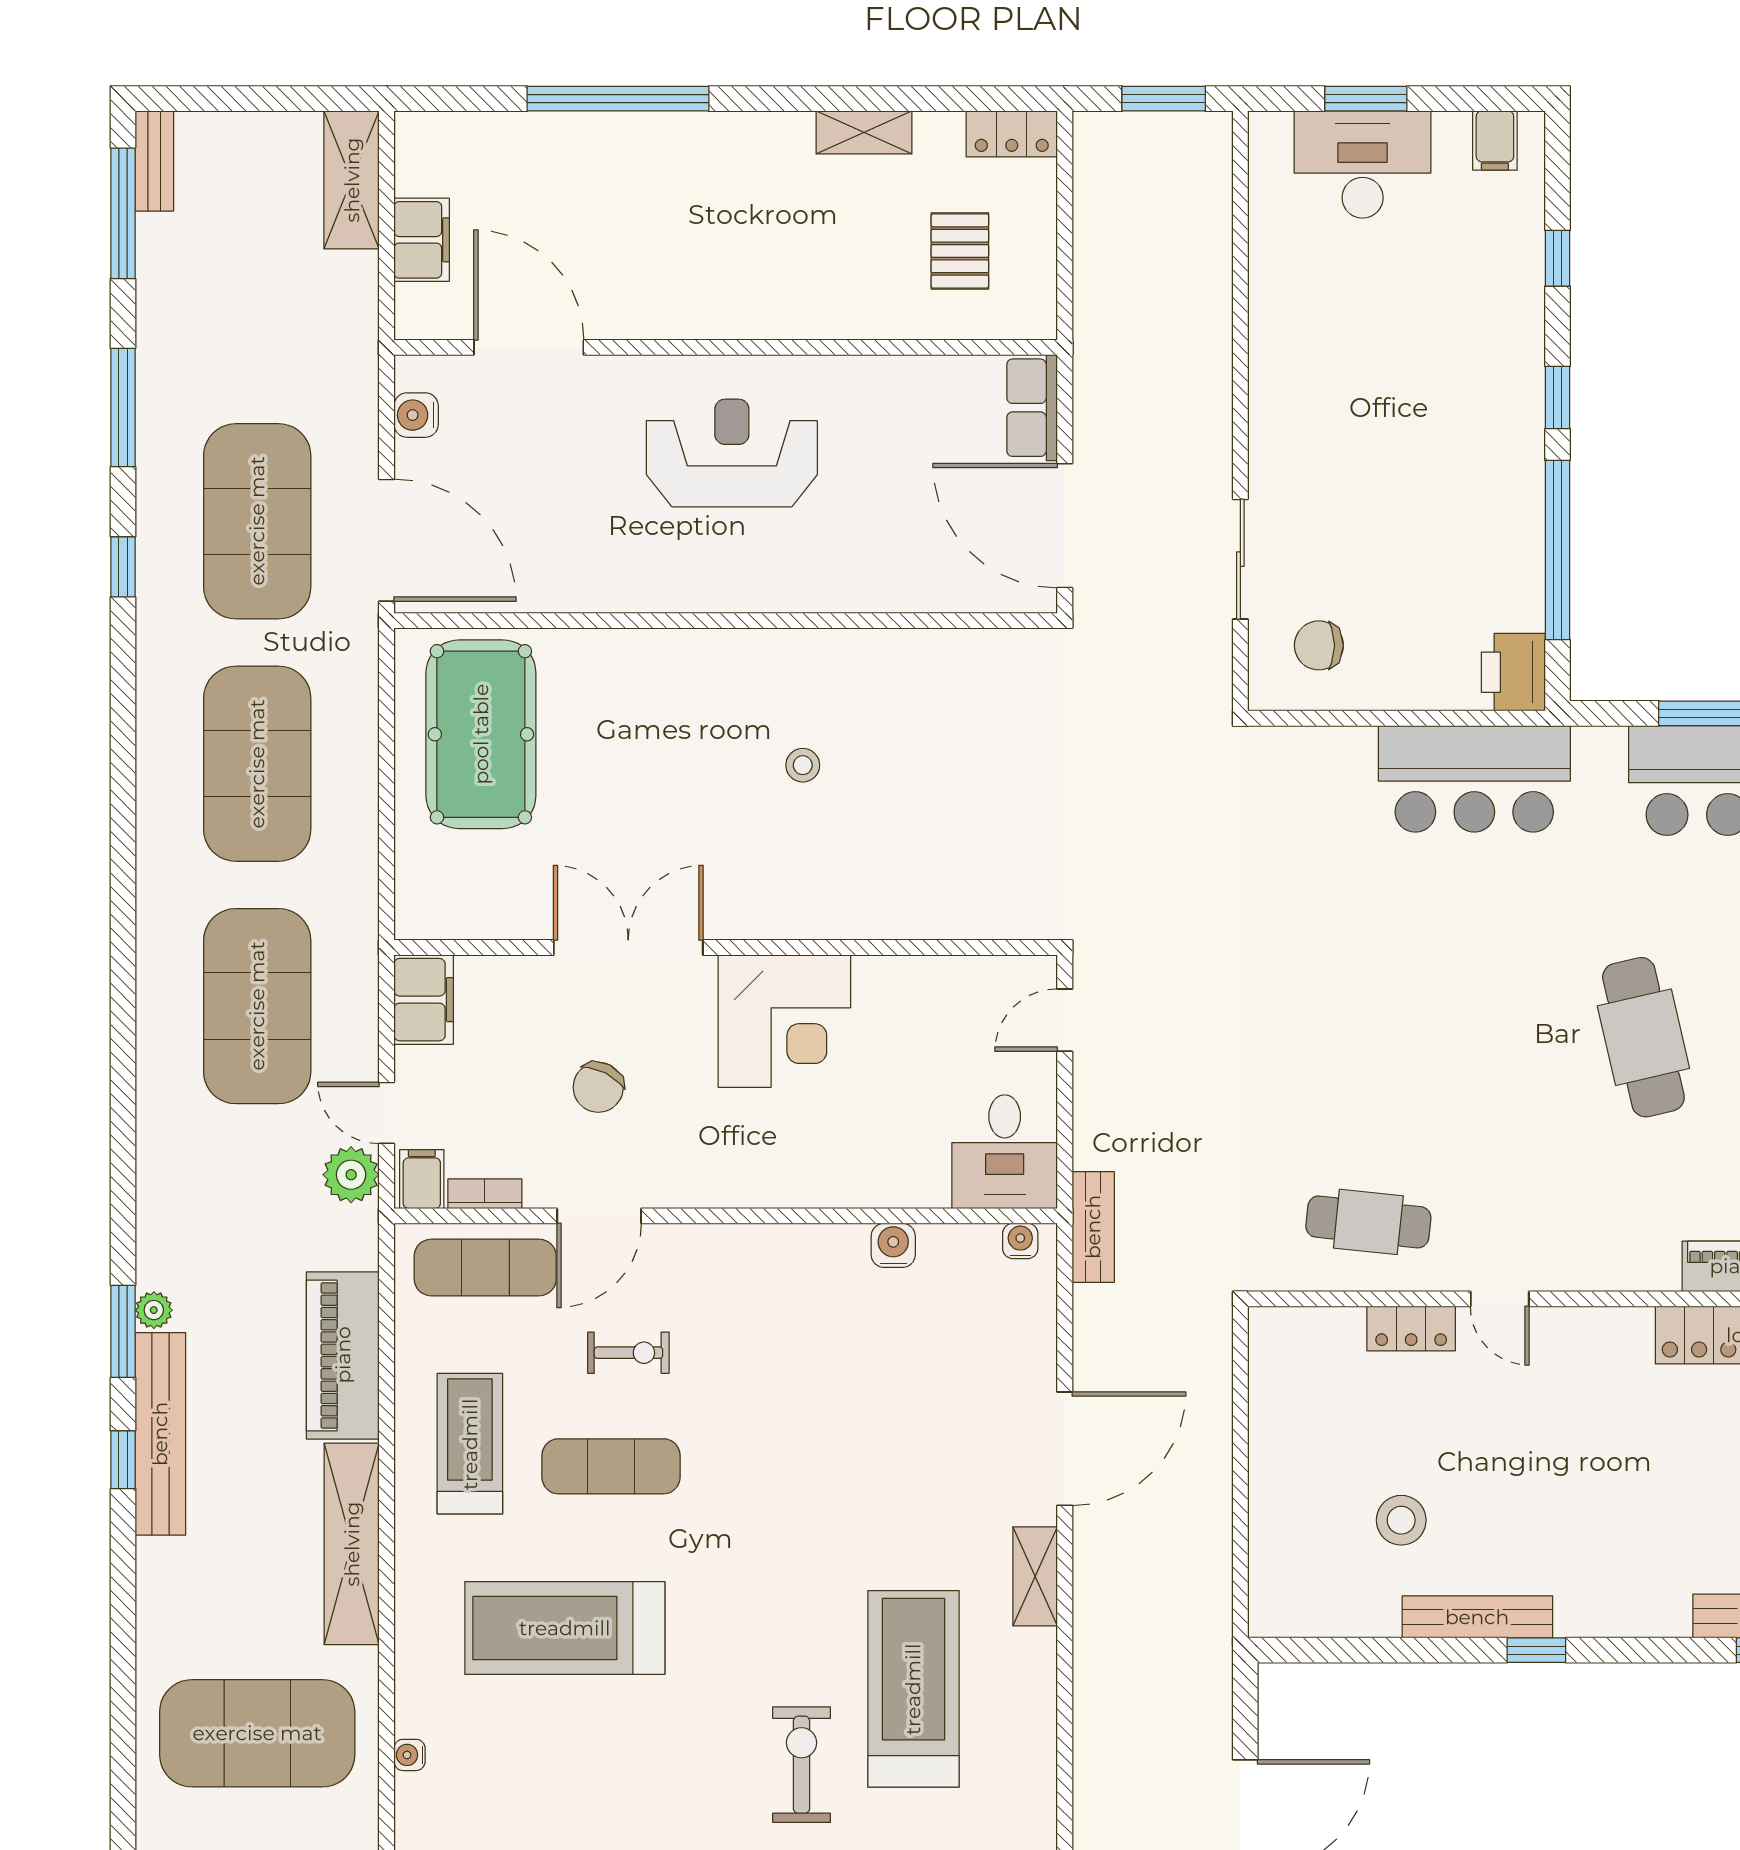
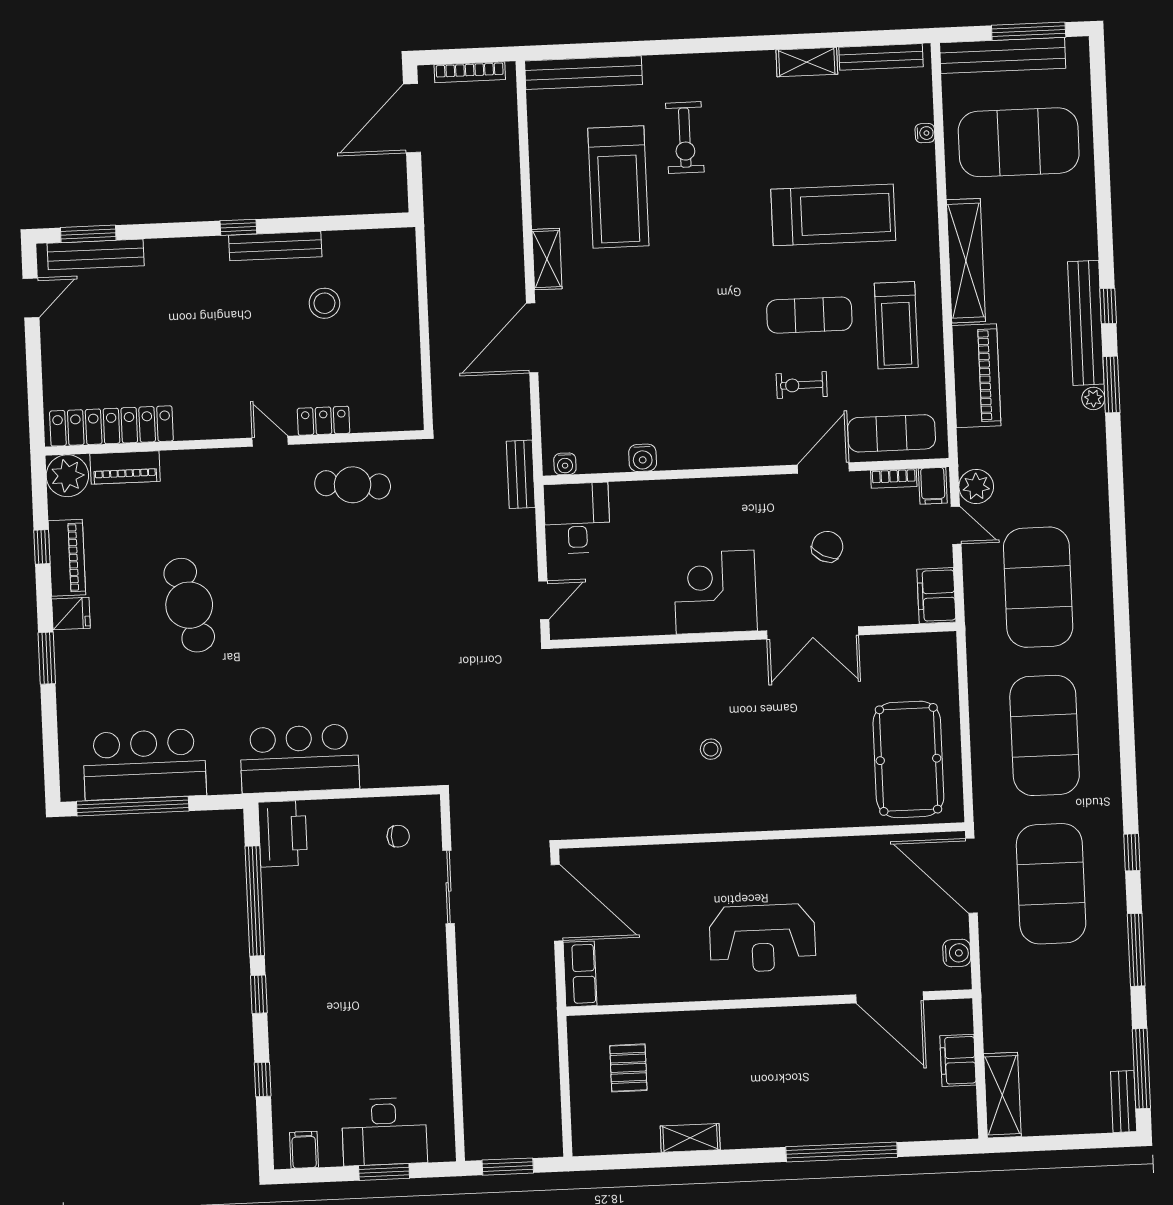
locker: (1012, 134) -> (600, 1141), removed
chair: (1319, 645) -> (398, 836), width x0.73, depth x0.73
printer: (1513, 672) -> (283, 834), width x1.37, depth x1.19

